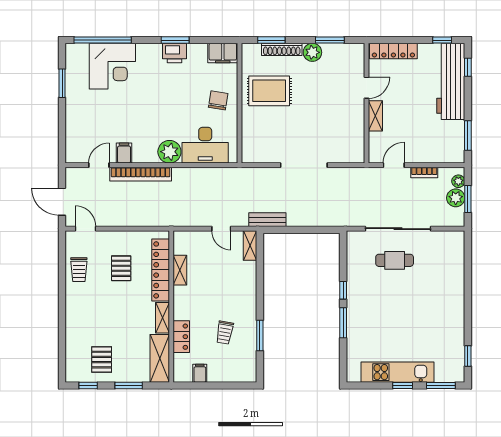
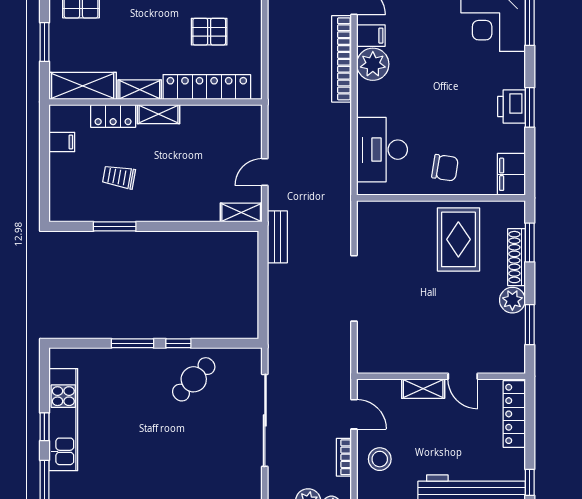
stool: (426, 147) -> (380, 459), added
plant: (169, 152) -> (373, 64), moved
cafe table: (395, 260) -> (194, 379), moved, turned 44
shelving: (180, 270) -> (159, 114), moved

